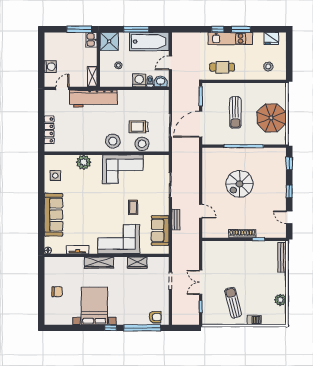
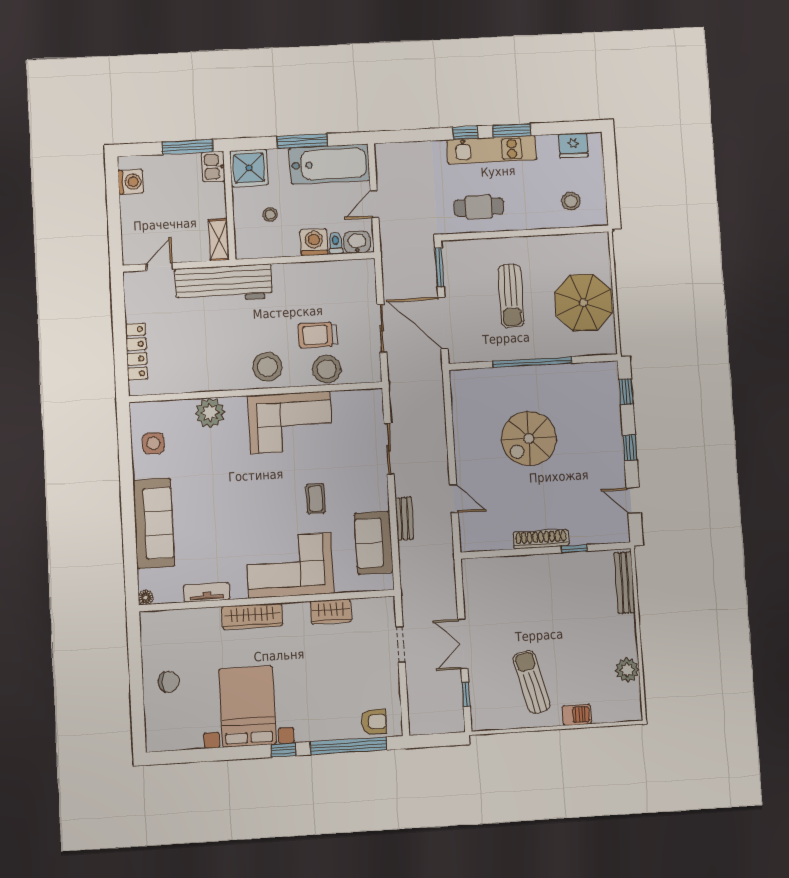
washing machine: (50, 67) -> (131, 182), moved
door: (201, 124) -> (443, 323), hinge flipped

